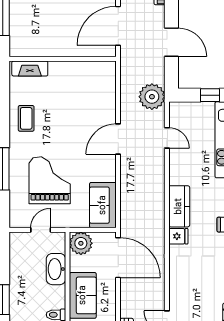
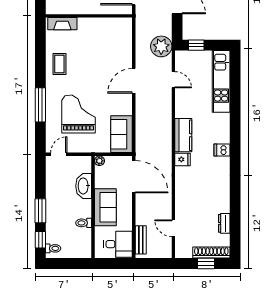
window: (210, 95) -> (196, 45), moved
door: (41, 230) -> (59, 154), moved
plant: (81, 243) -> (99, 161), width x0.53, depth x0.53

